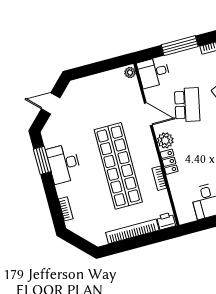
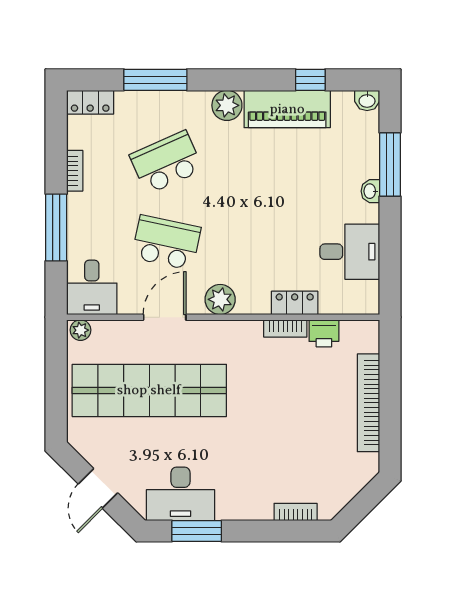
locker: (169, 162) -> (295, 303), moved
desk: (64, 164) -> (181, 494), moved
shop shelf: (118, 166) -> (149, 390), moved
printer: (166, 221) -> (324, 333), moved, turned -90

